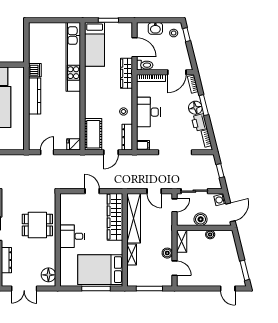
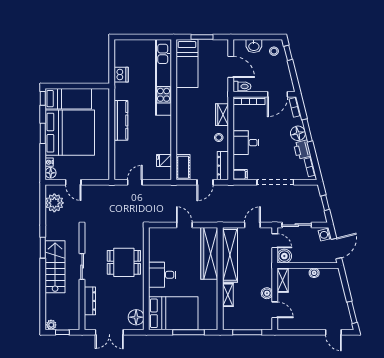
dishwasher: (35, 70) -> (121, 75), moved
wardrobe: (126, 73) -> (222, 115), moved, width x0.67
desk: (148, 112) -> (246, 143), width x0.73
cot: (93, 134) -> (183, 167), width x0.73, depth x0.75
fridge: (74, 144) -> (164, 161), moved
door: (154, 191) -> (252, 225), swing flipped
door: (174, 205) -> (275, 241), hinge flipped
boiler: (201, 219) -> (284, 256), moved
bed: (100, 270) -> (173, 313), moved, turned 180

